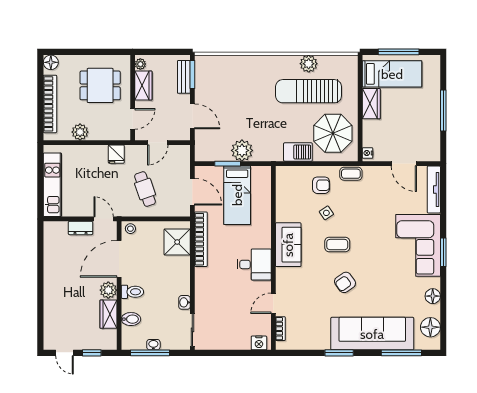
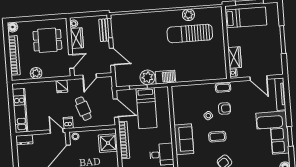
wardrobe: (371, 104) -> (235, 58), moved
parasol: (333, 133) -> (209, 61), removed
barbecue: (298, 152) -> (165, 77), moved
armchair: (321, 185) -> (224, 109), moved
dishwasher: (121, 208) -> (68, 123), added
dresser: (81, 228) -> (24, 140), moved

